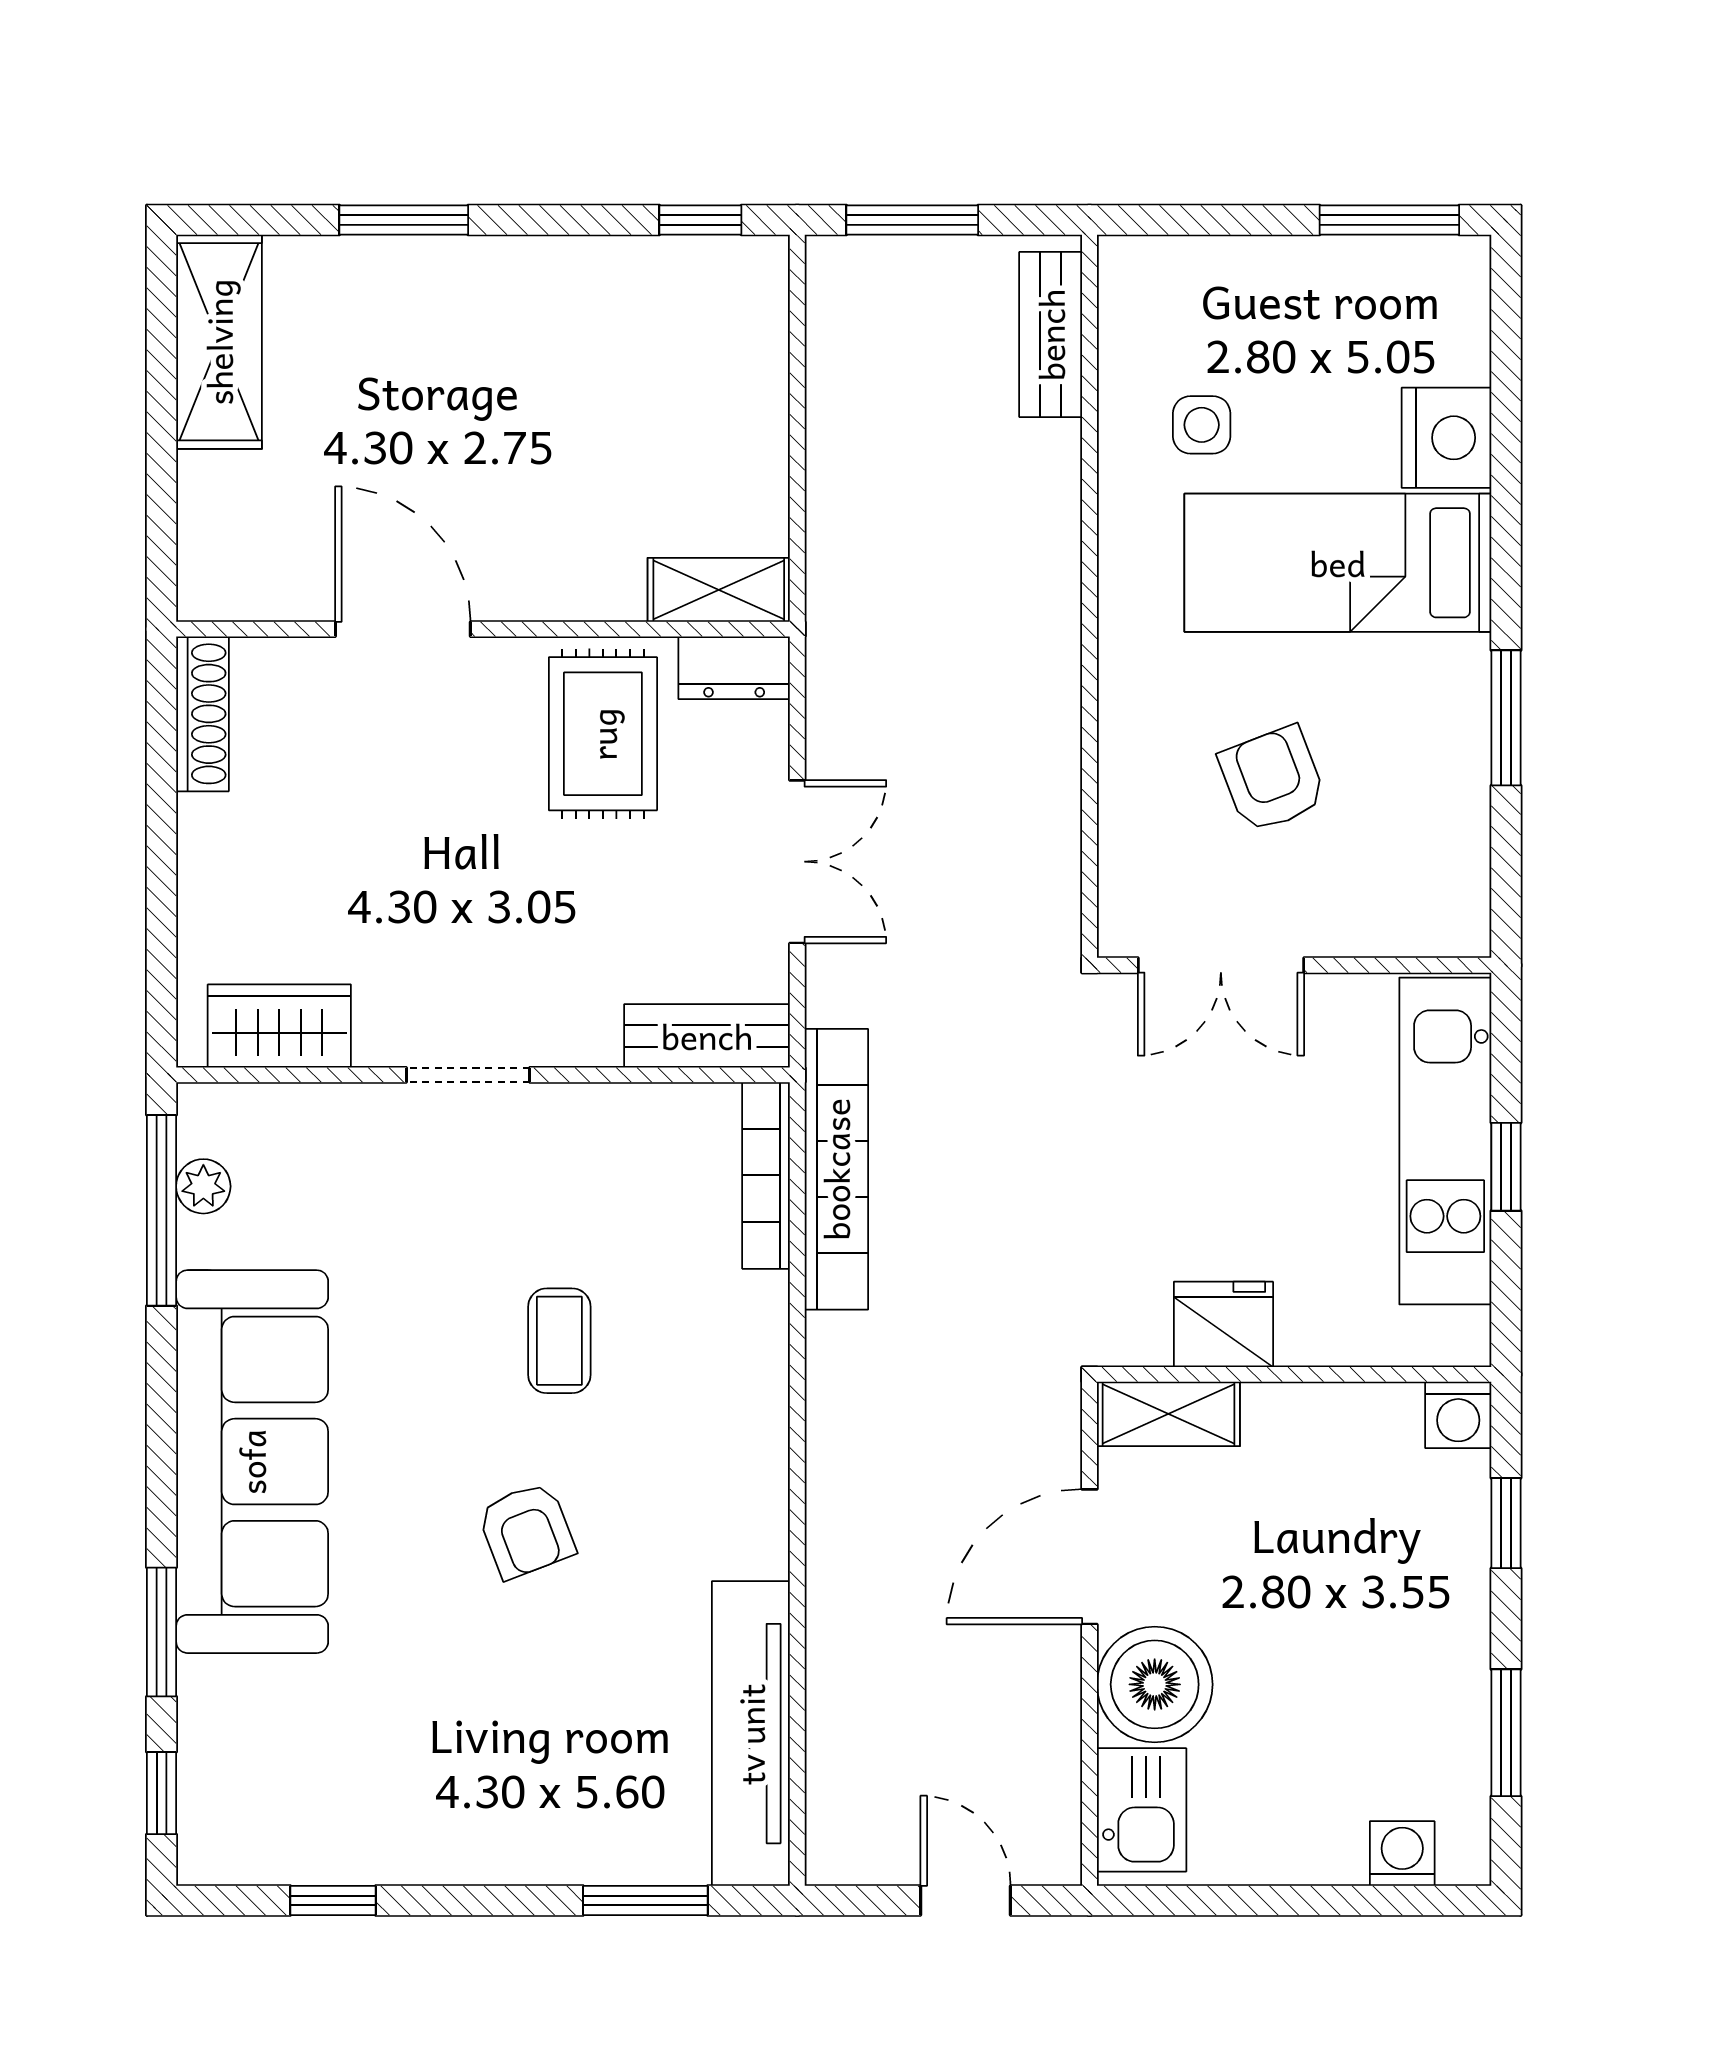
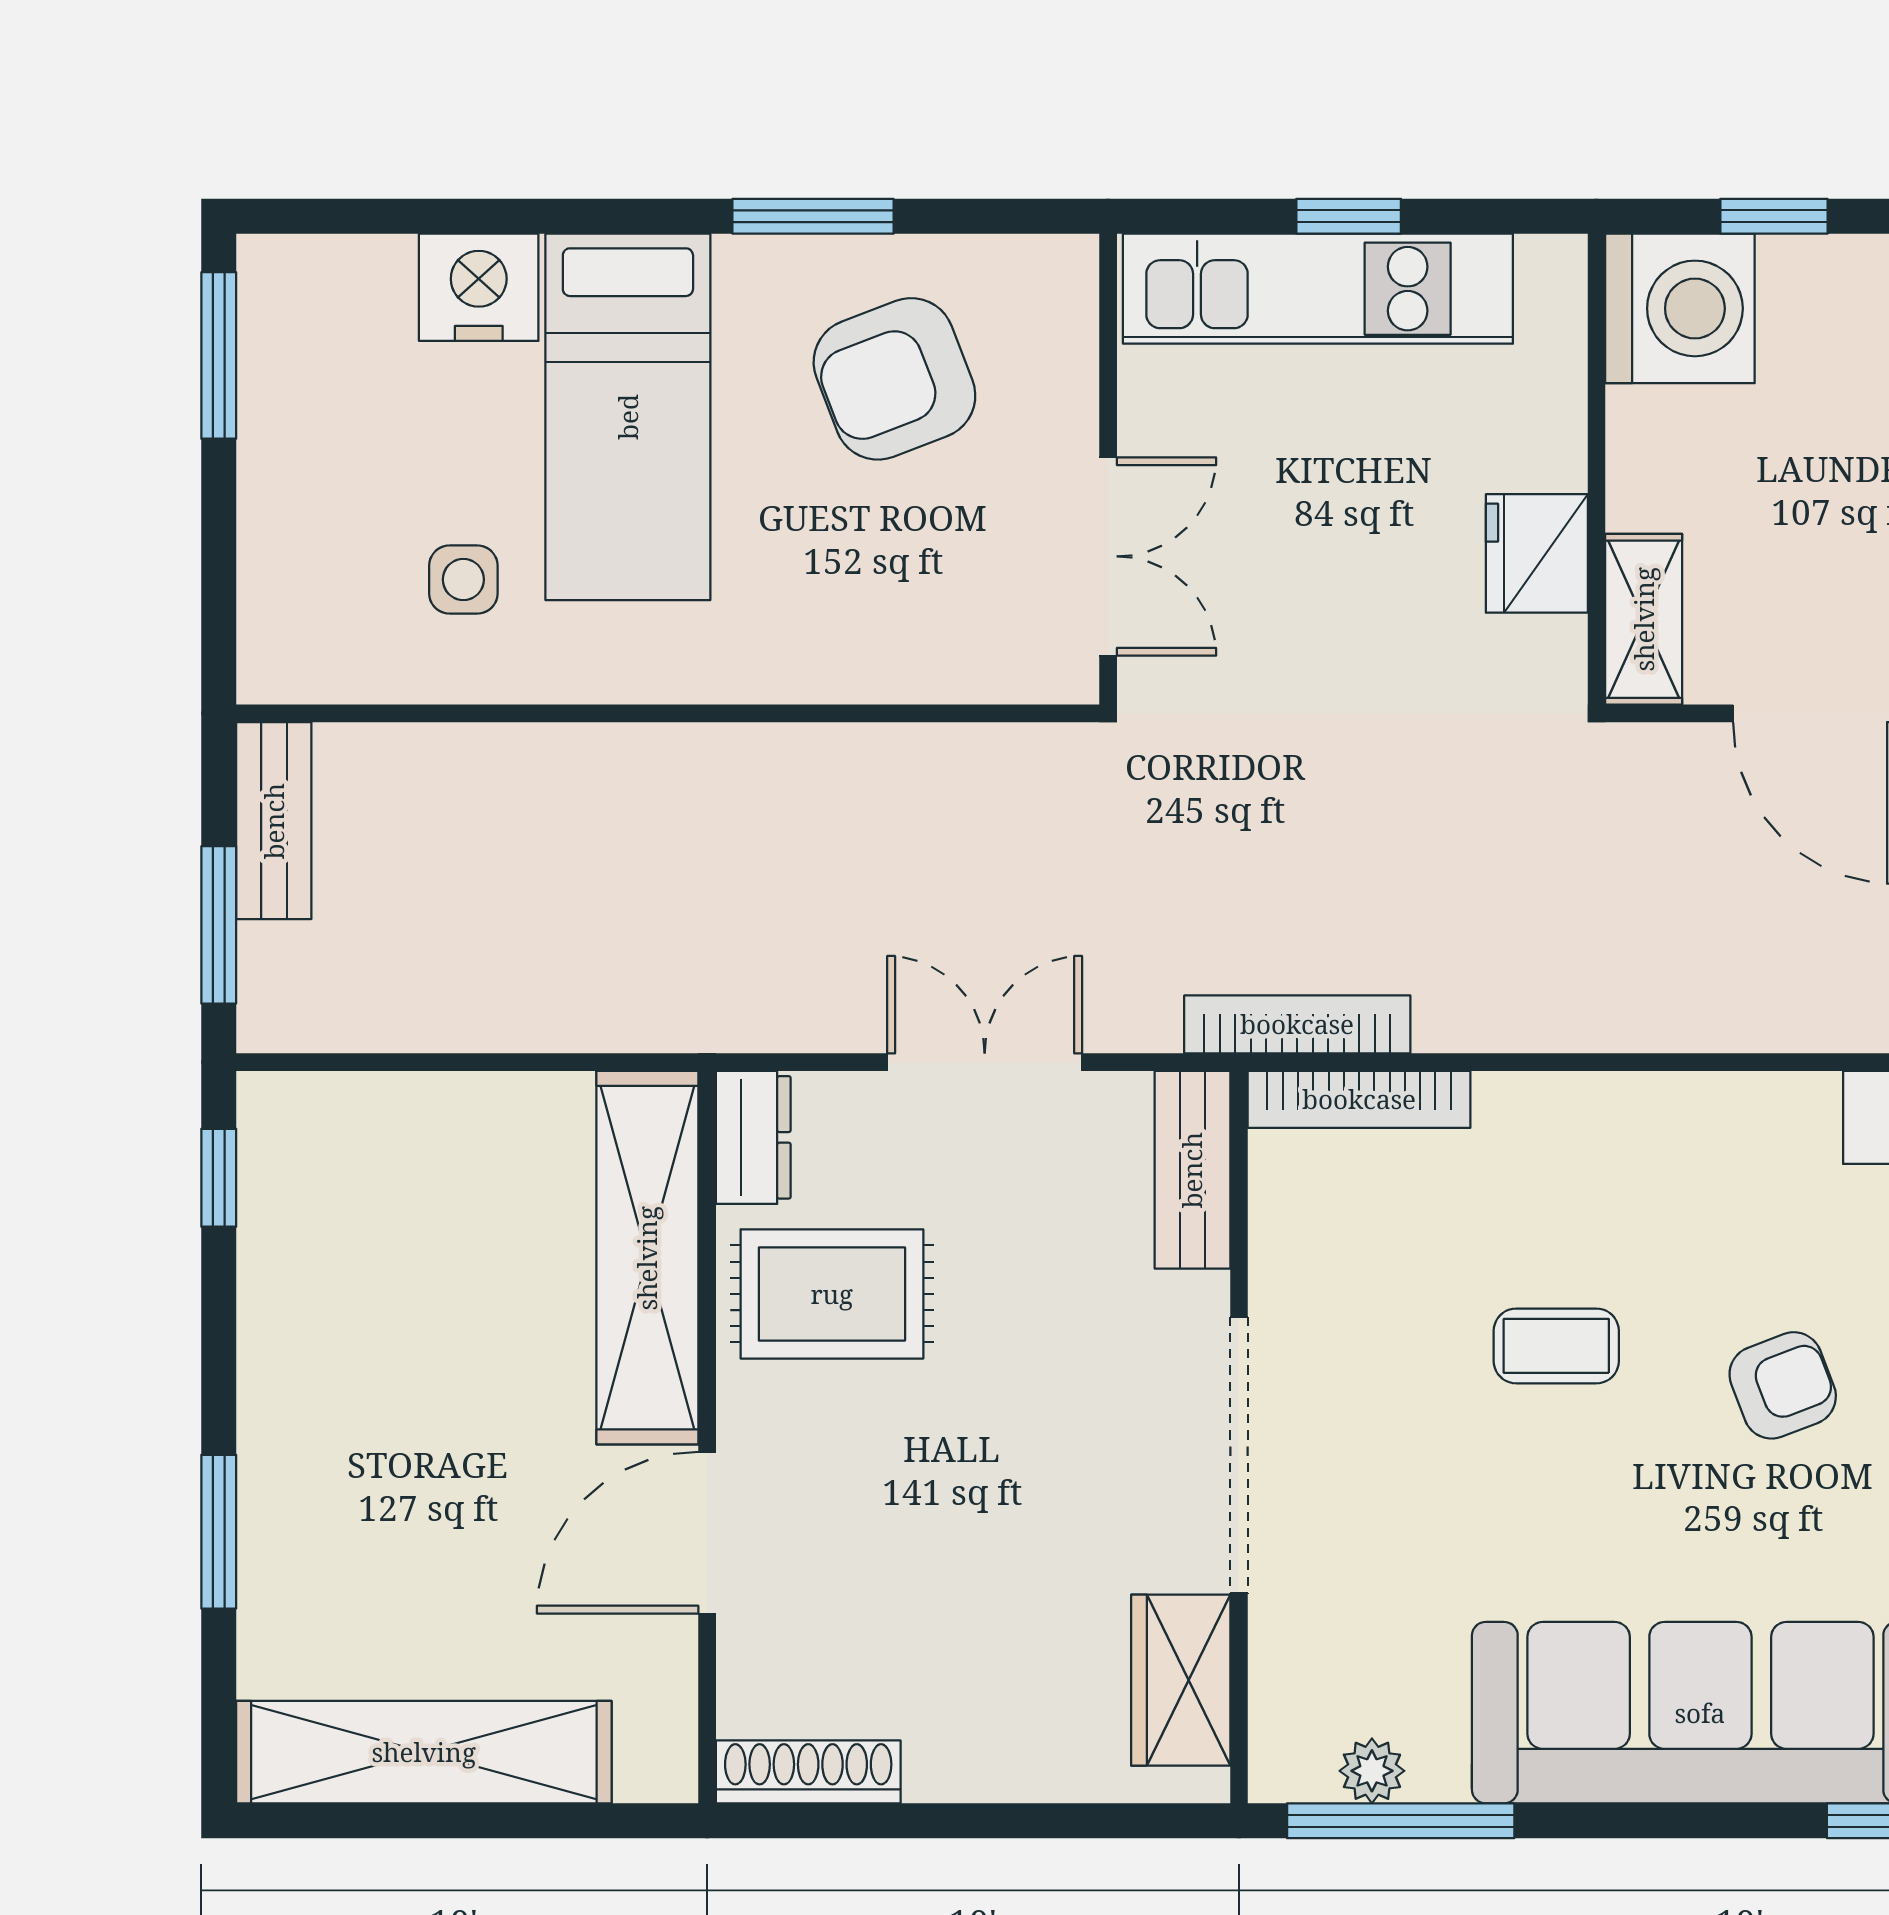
bench: (1051, 335) -> (274, 821), moved, turned 90
shelving: (219, 342) -> (424, 1752), width x1.47
shelving: (719, 590) -> (647, 1258), width x2.20, depth x1.33
armchair: (1272, 779) -> (894, 379), moved, width x1.38, depth x1.38
doorway: (468, 1075) -> (1239, 1455), width x1.87
bookcase: (836, 1169) -> (1297, 1024), width x0.68, depth x0.76
washing machine: (1458, 1415) -> (1680, 308), width x1.89, depth x1.89

